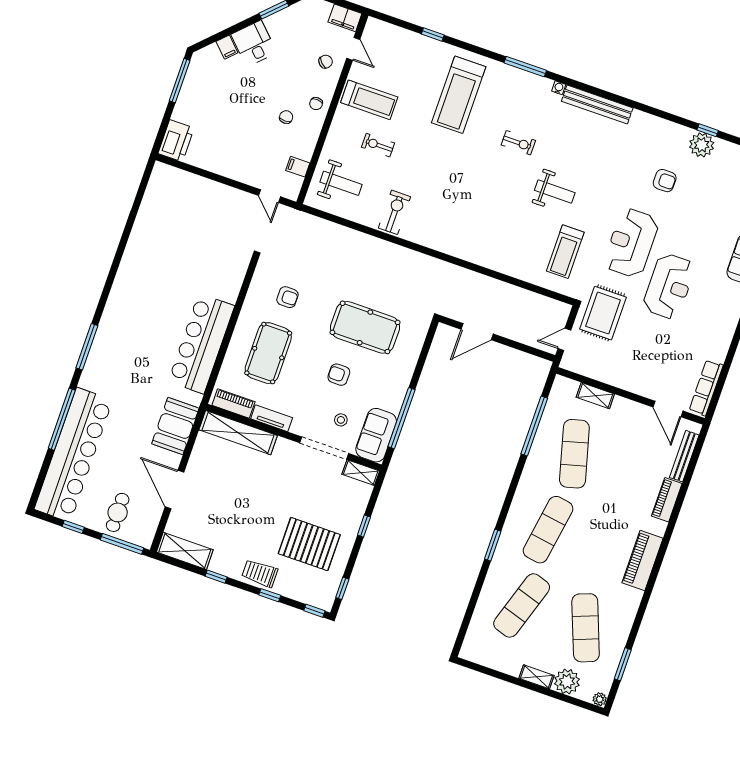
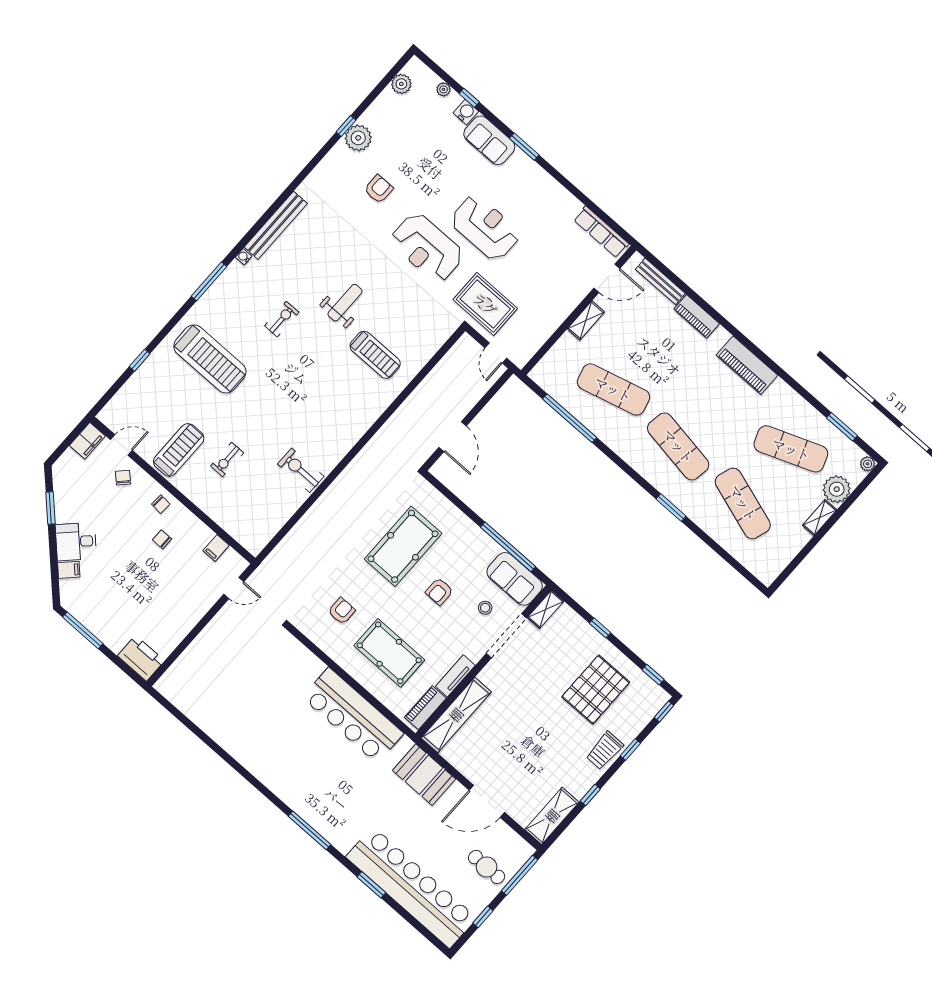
weight bench: (341, 183) -> (250, 512), removed
treadmill: (565, 252) -> (375, 355), moved
shelving: (595, 396) -> (586, 320), moved
window: (62, 419) -> (371, 885), width x0.47

